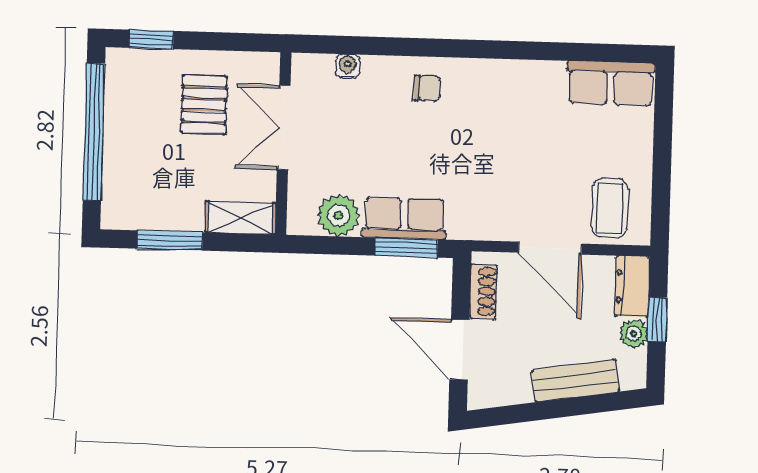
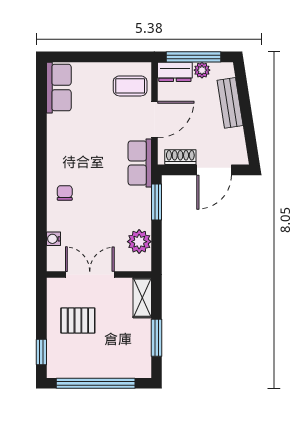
double door: (284, 128) -> (90, 274), swing flipped
row of seats: (404, 218) -> (140, 163), moved
window: (657, 320) -> (194, 57), width x2.17

